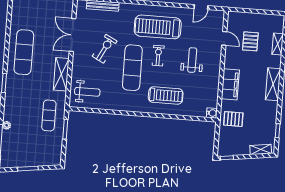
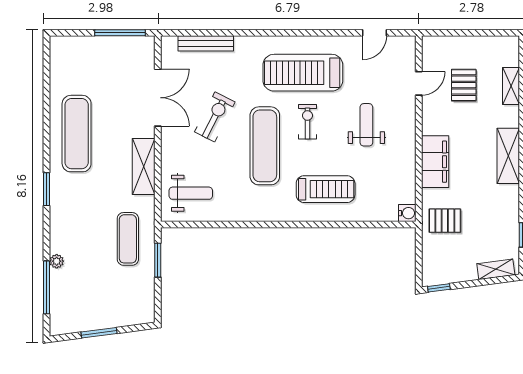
double door: (73, 35) -> (158, 98), swing flipped
door: (224, 38) -> (419, 83), hinge flipped

